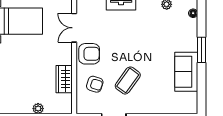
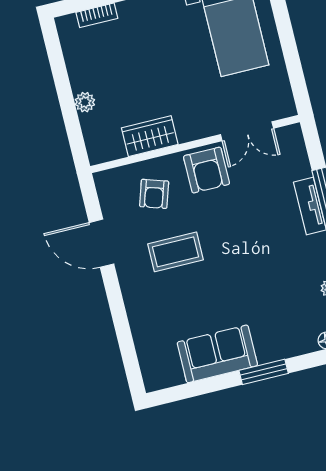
double door: (74, 28) -> (247, 131), swing flipped
coffee table: (128, 80) -> (176, 252), turned -36

